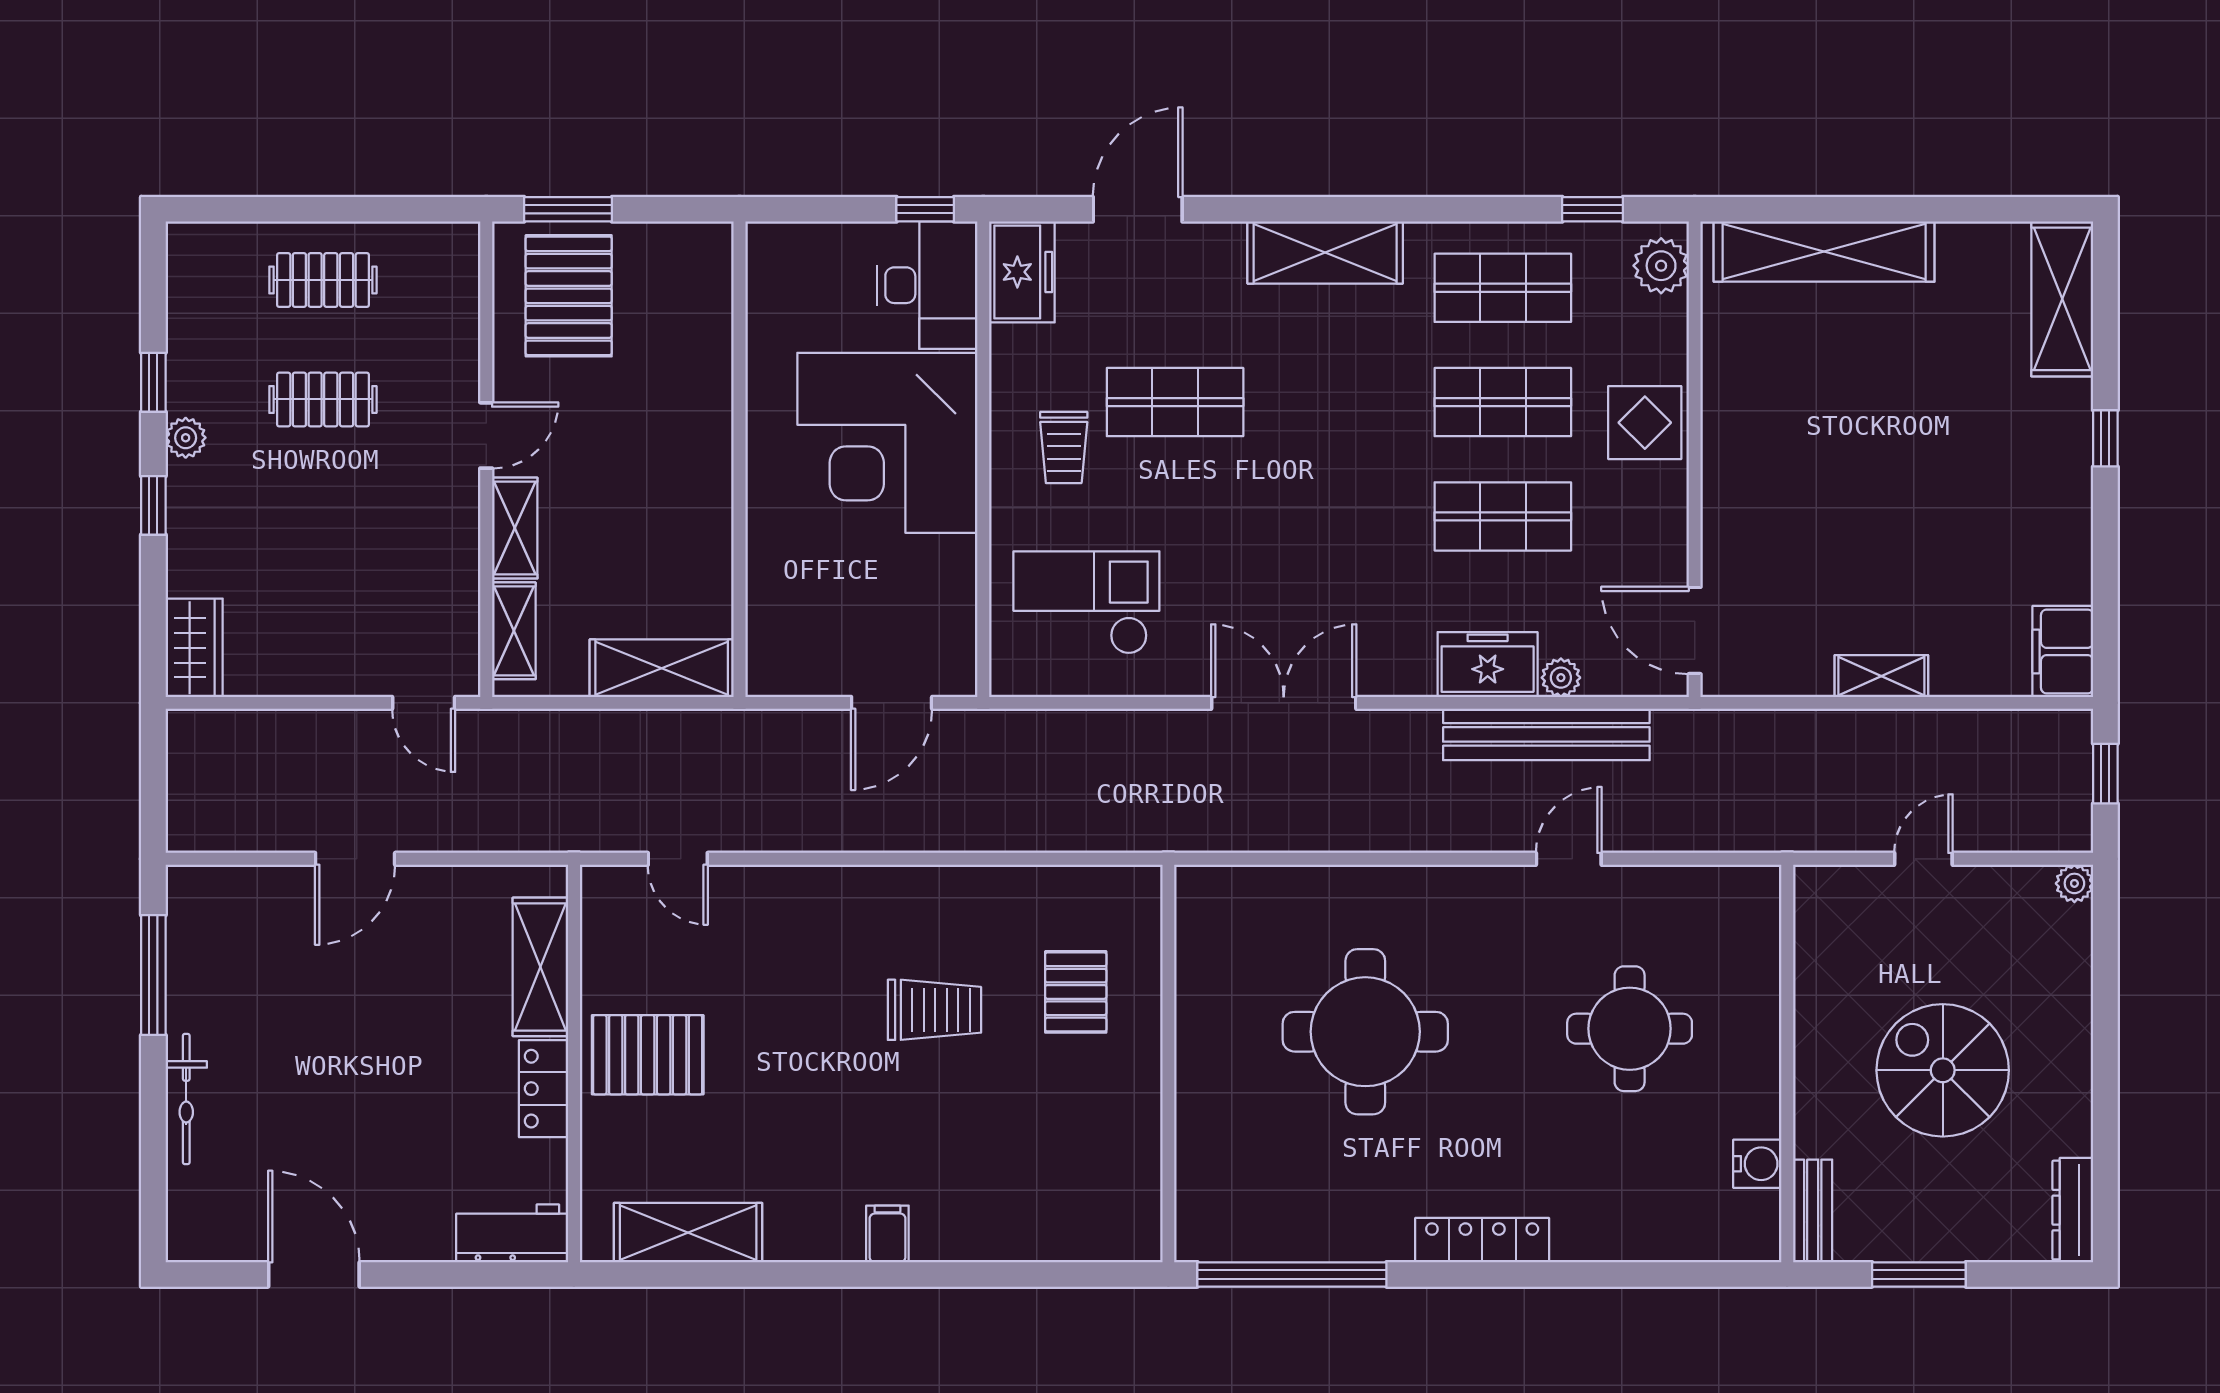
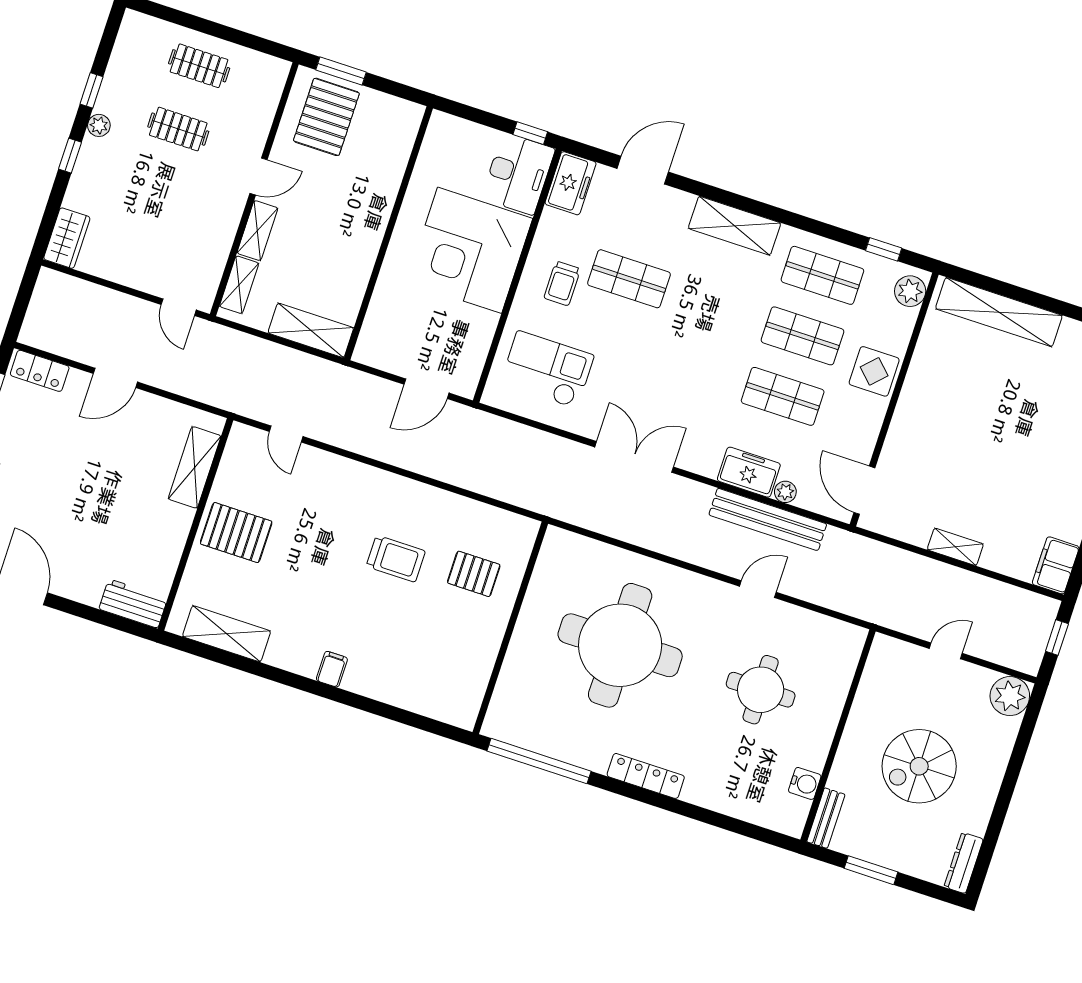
plant: (2074, 883) -> (1010, 696), width x1.88, depth x1.88
pallet: (1076, 992) -> (474, 574), turned 90
round table: (1365, 1032) -> (620, 645), width x1.36, depth x1.36
spiral stairs: (1943, 1070) -> (919, 766), turned -90
locker: (544, 1089) -> (40, 371), moved, turned -90

